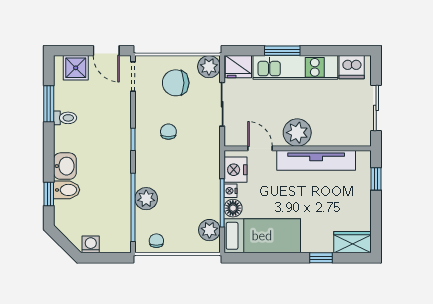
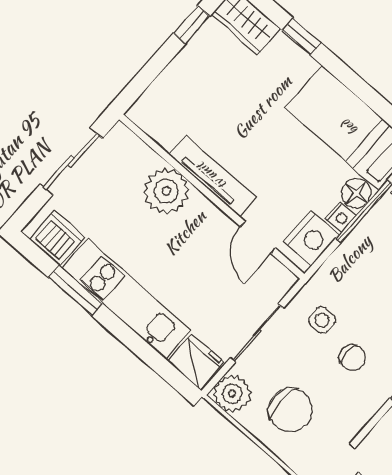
window: (282, 51) -> (75, 290), moved
chair: (168, 132) -> (353, 358), turned -90
plant: (297, 133) -> (166, 191), moved
side table: (197, 137) -> (322, 320), added
tv unit: (316, 160) -> (212, 176), width x0.73, depth x0.78
window: (376, 179) -> (192, 25), moved

